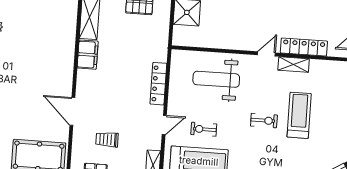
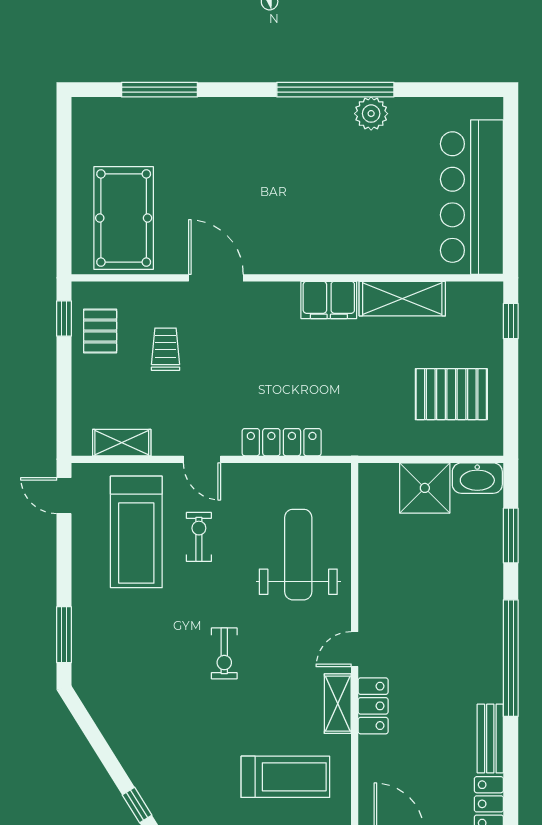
locker: (304, 47) -> (373, 706), width x0.66
door: (266, 54) -> (355, 649), swing flipped
door: (72, 111) -> (216, 278), hinge flipped
treadmill: (299, 115) -> (285, 777), moved

